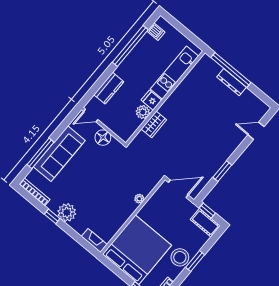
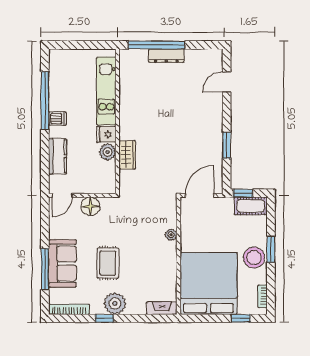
dishwasher: (156, 32) -> (57, 118), moved
sofa: (59, 154) -> (63, 264), width x0.73
rug: (84, 183) -> (108, 263), added

